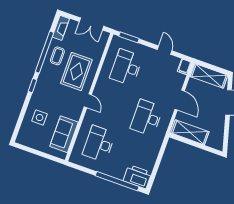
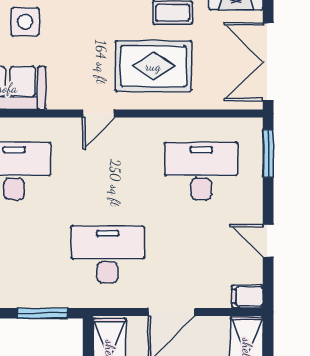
double door: (91, 24) -> (268, 62), width x1.37
door: (165, 50) -> (268, 241), swing flipped
window: (161, 153) -> (43, 313), added

